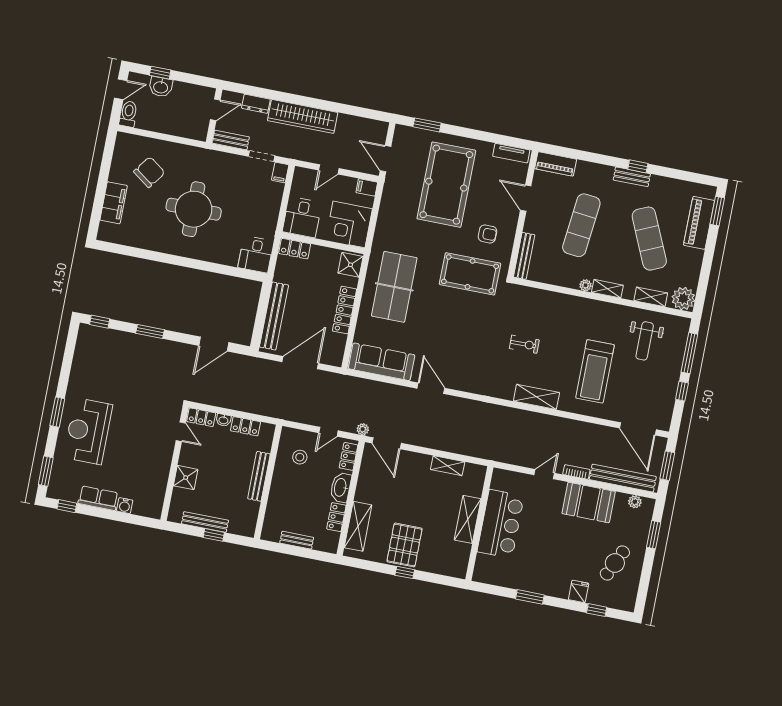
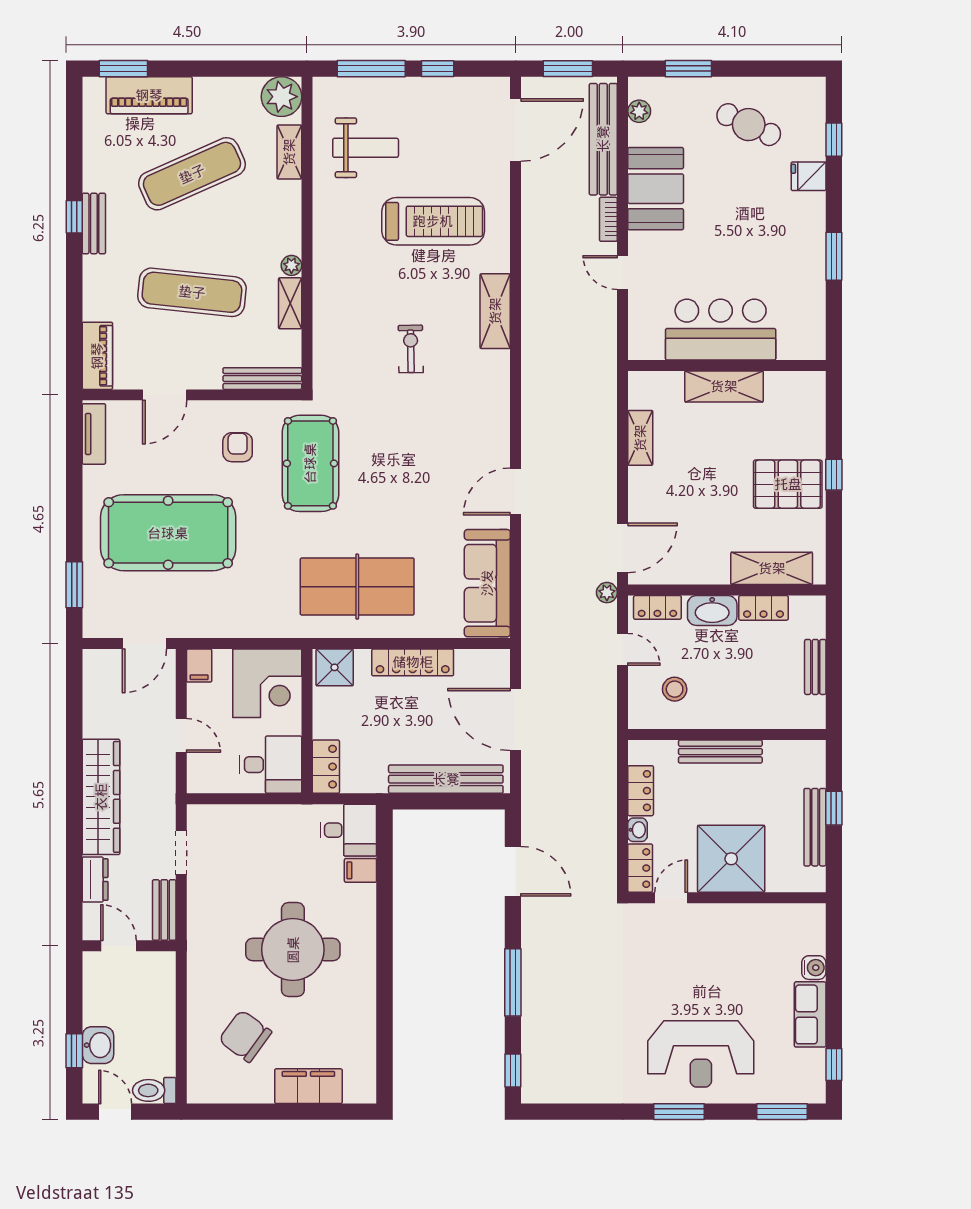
filing cabinet: (280, 172) -> (360, 870), moved, turned 180
shelving: (607, 289) -> (290, 303), moved
window: (150, 332) -> (513, 982), width x1.44
shower: (186, 478) -> (731, 859), width x1.86, depth x1.86

